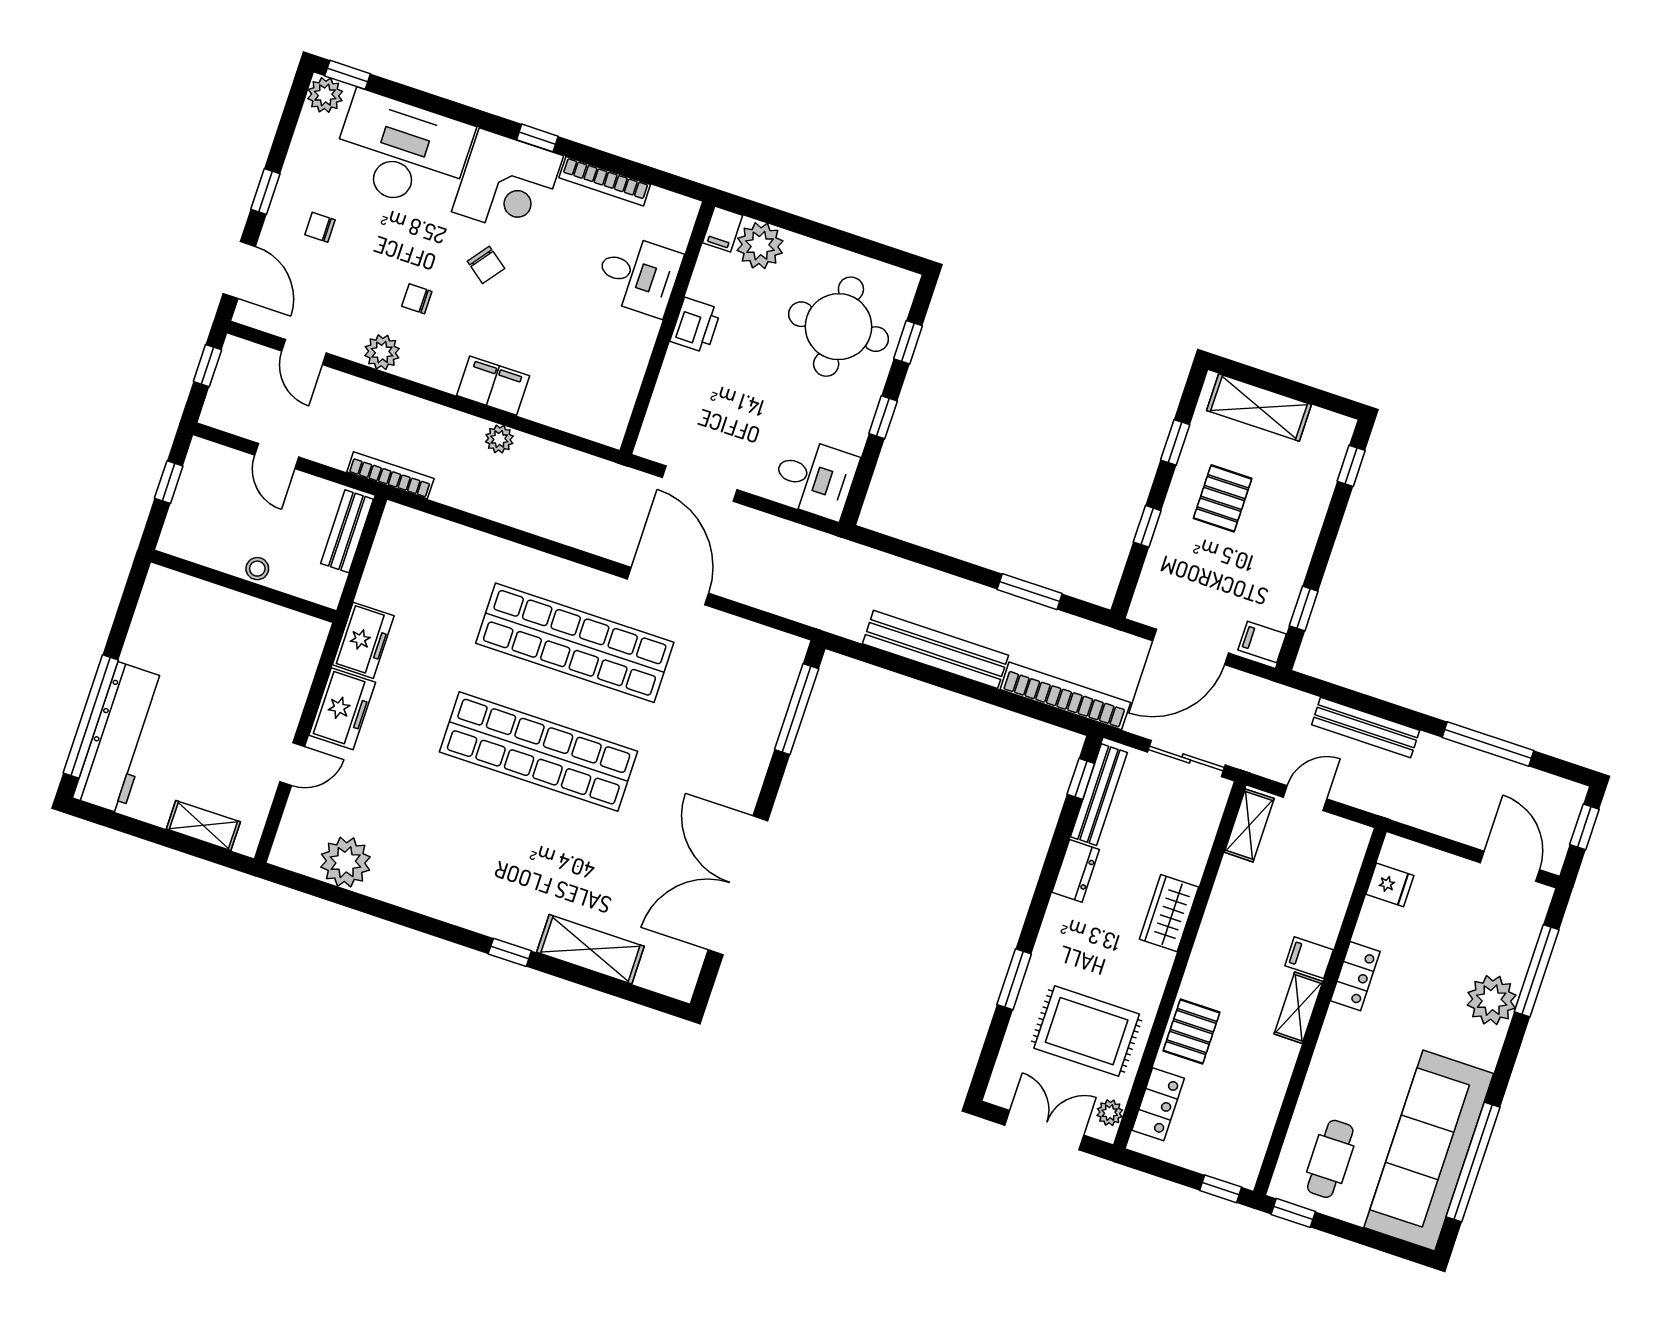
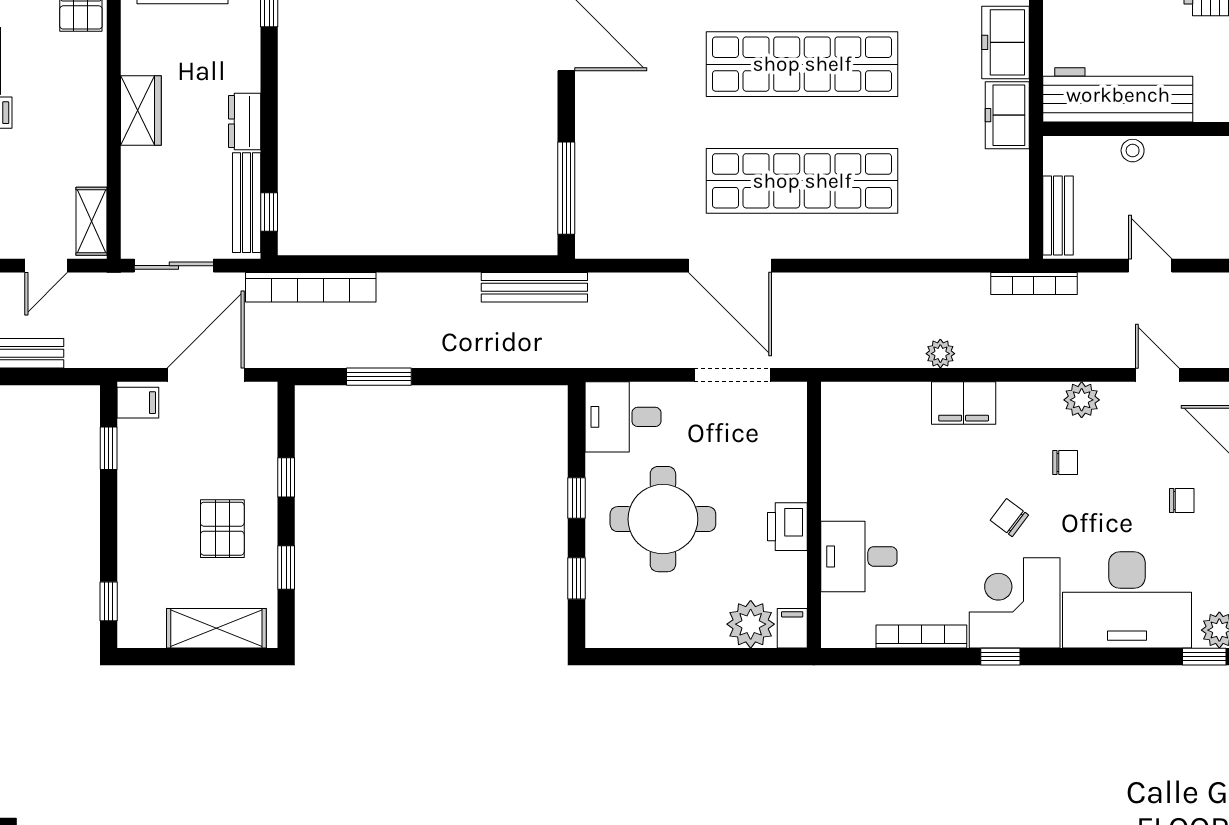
round table: (839, 327) -> (663, 519), moved
workbench: (254, 625) -> (1118, 95), added
bench: (936, 649) -> (534, 287), moved, width x0.73, depth x0.82

